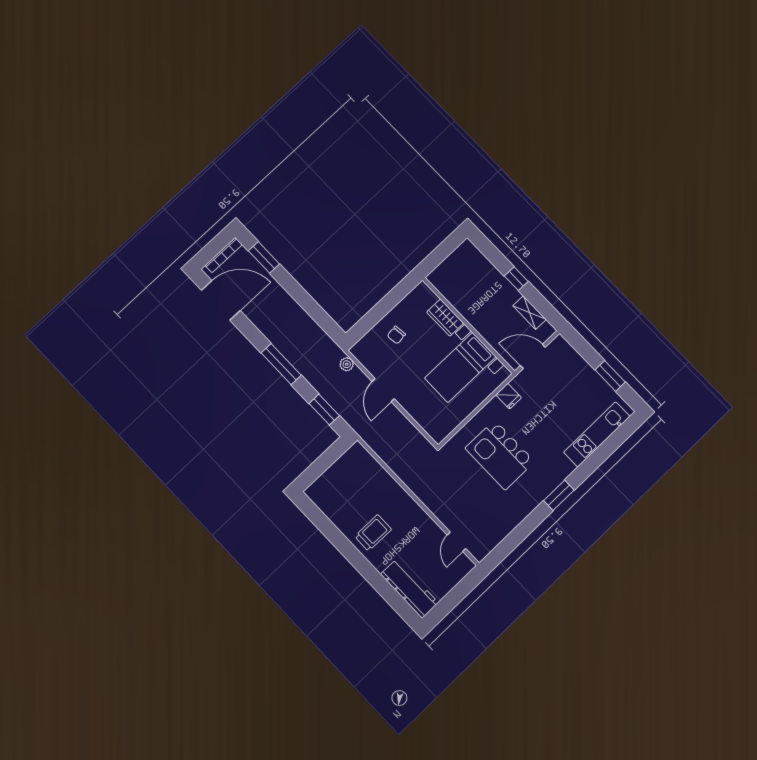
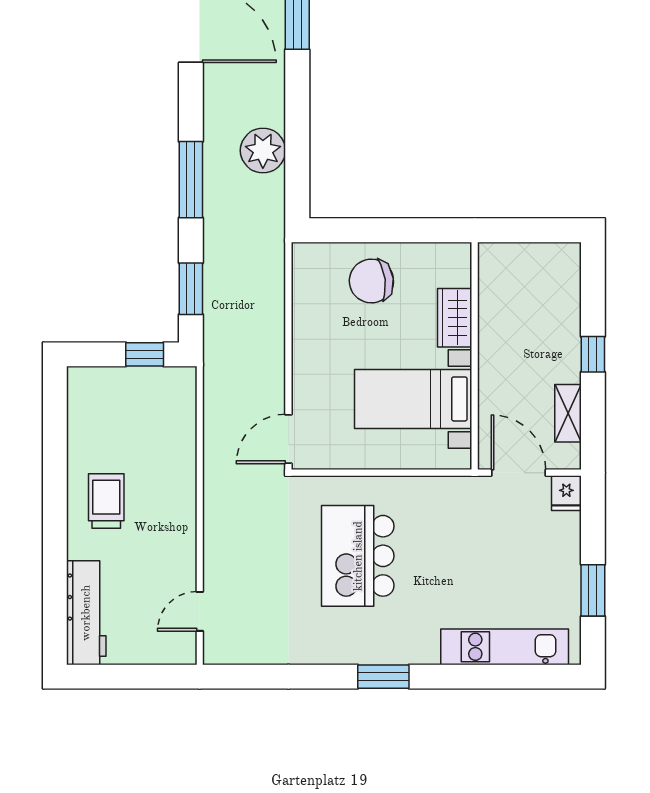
chair: (396, 335) -> (371, 281), width x1.87, depth x1.87
plant: (347, 364) -> (263, 150), moved, width x1.87, depth x1.87
door: (383, 390) -> (288, 439), moved
fridge: (509, 396) -> (566, 493), moved
window: (331, 456) -> (145, 354), added
trolley: (373, 533) -> (106, 501), turned -90

